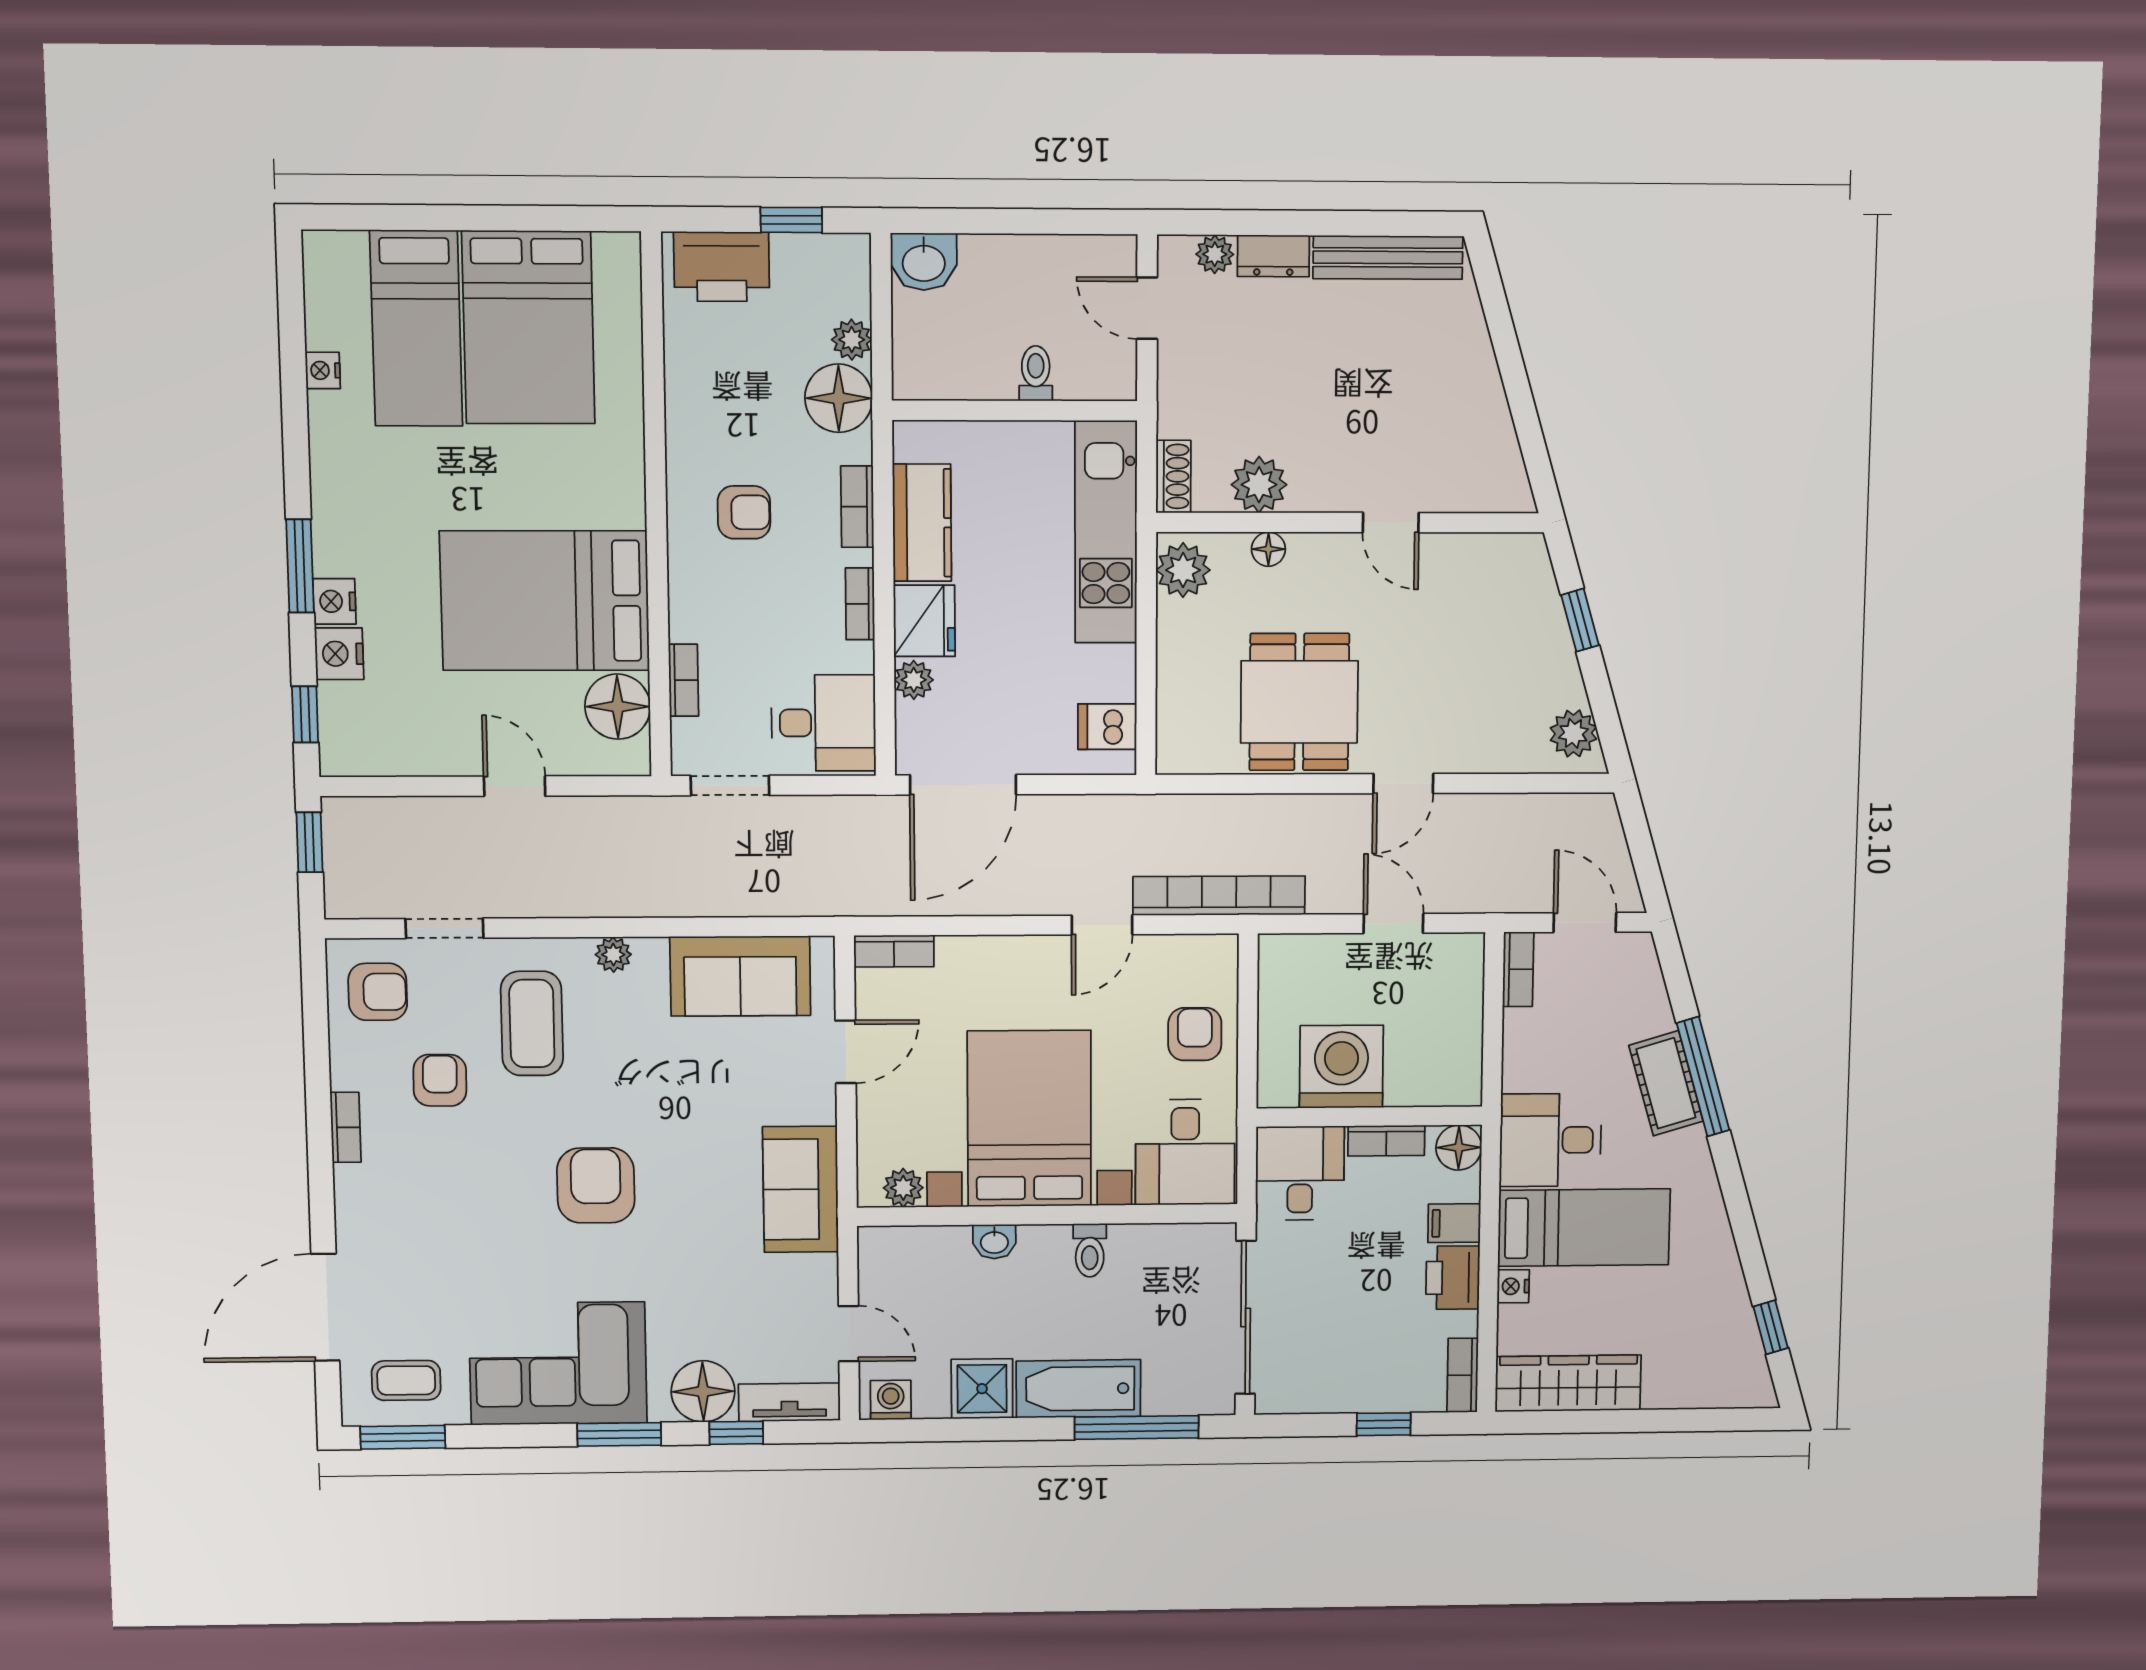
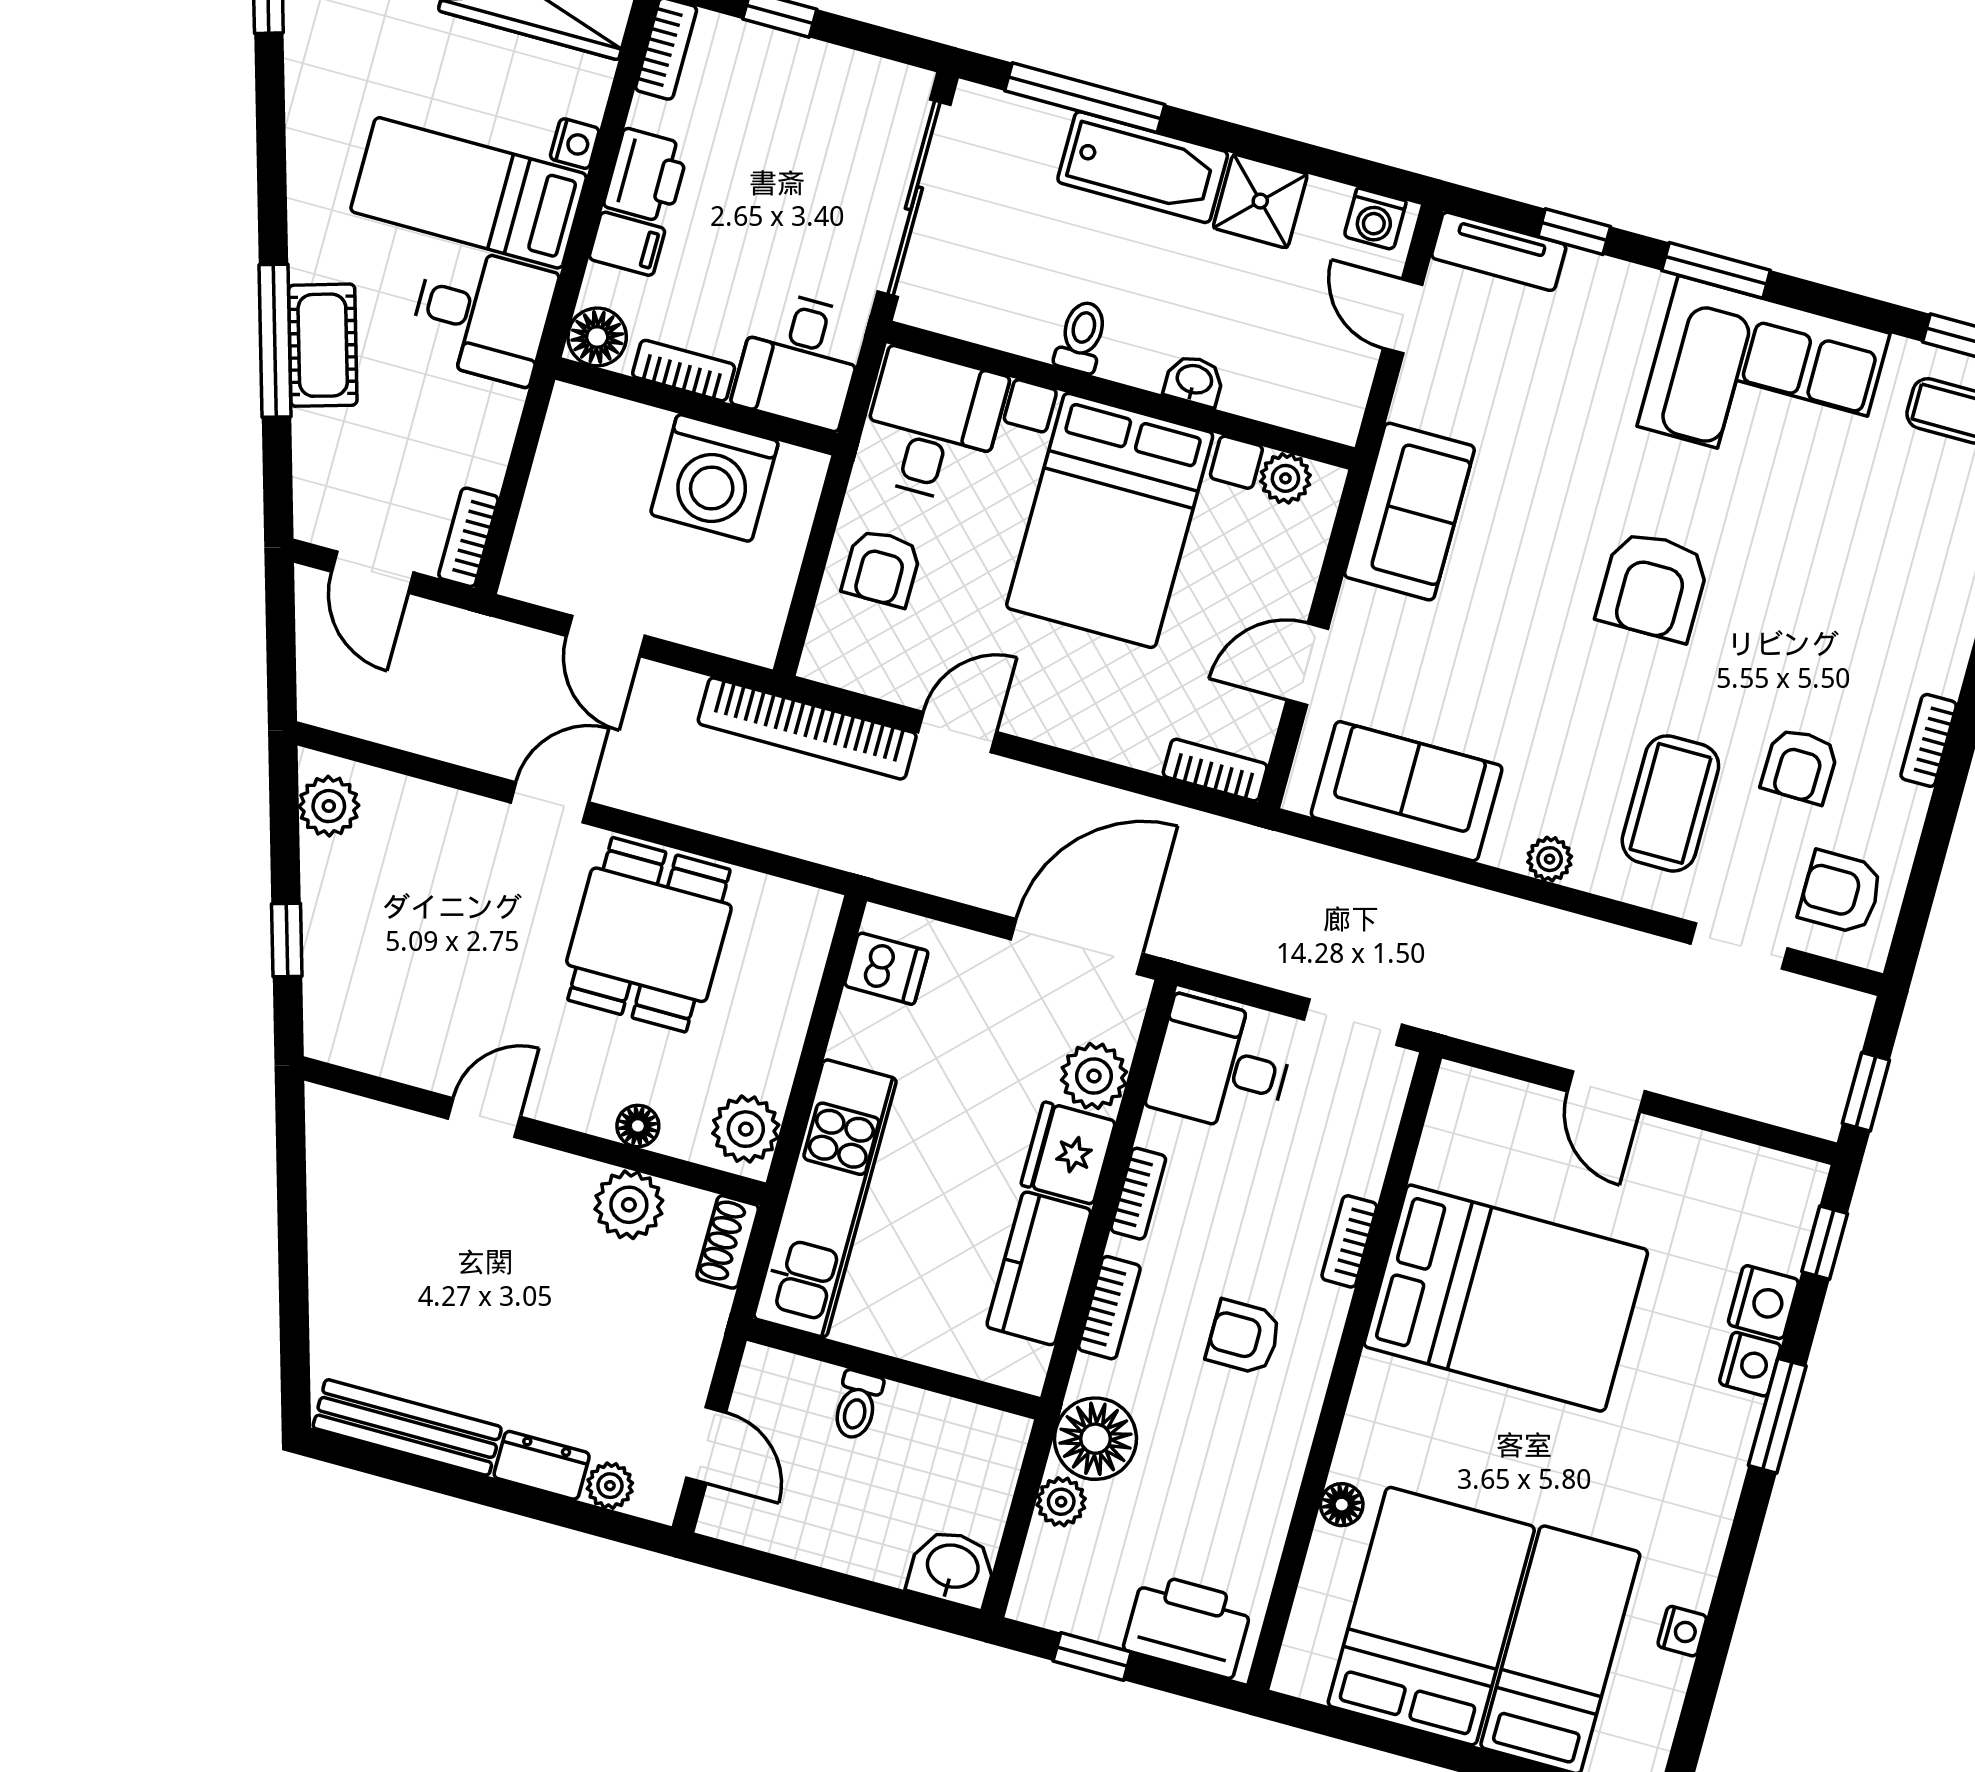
door: (1391, 523) -> (484, 1118), hinge flipped
bookcase: (683, 680) -> (1349, 1241), moved
plant: (914, 680) -> (1094, 1076), width x1.38, depth x1.38
floor lamp: (618, 707) -> (1342, 1505), moved, width x0.53, depth x0.53
floor lamp: (703, 1391) -> (1599, 295), removed

